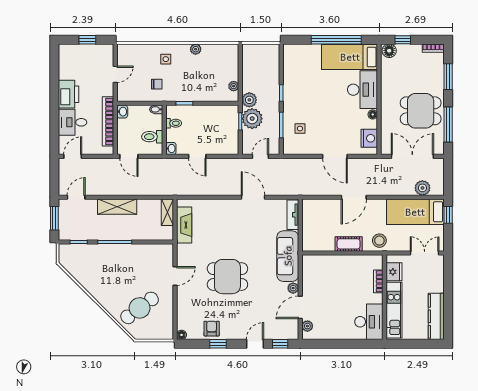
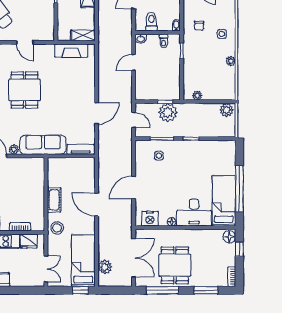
plant: (249, 100) -> (226, 110), moved

